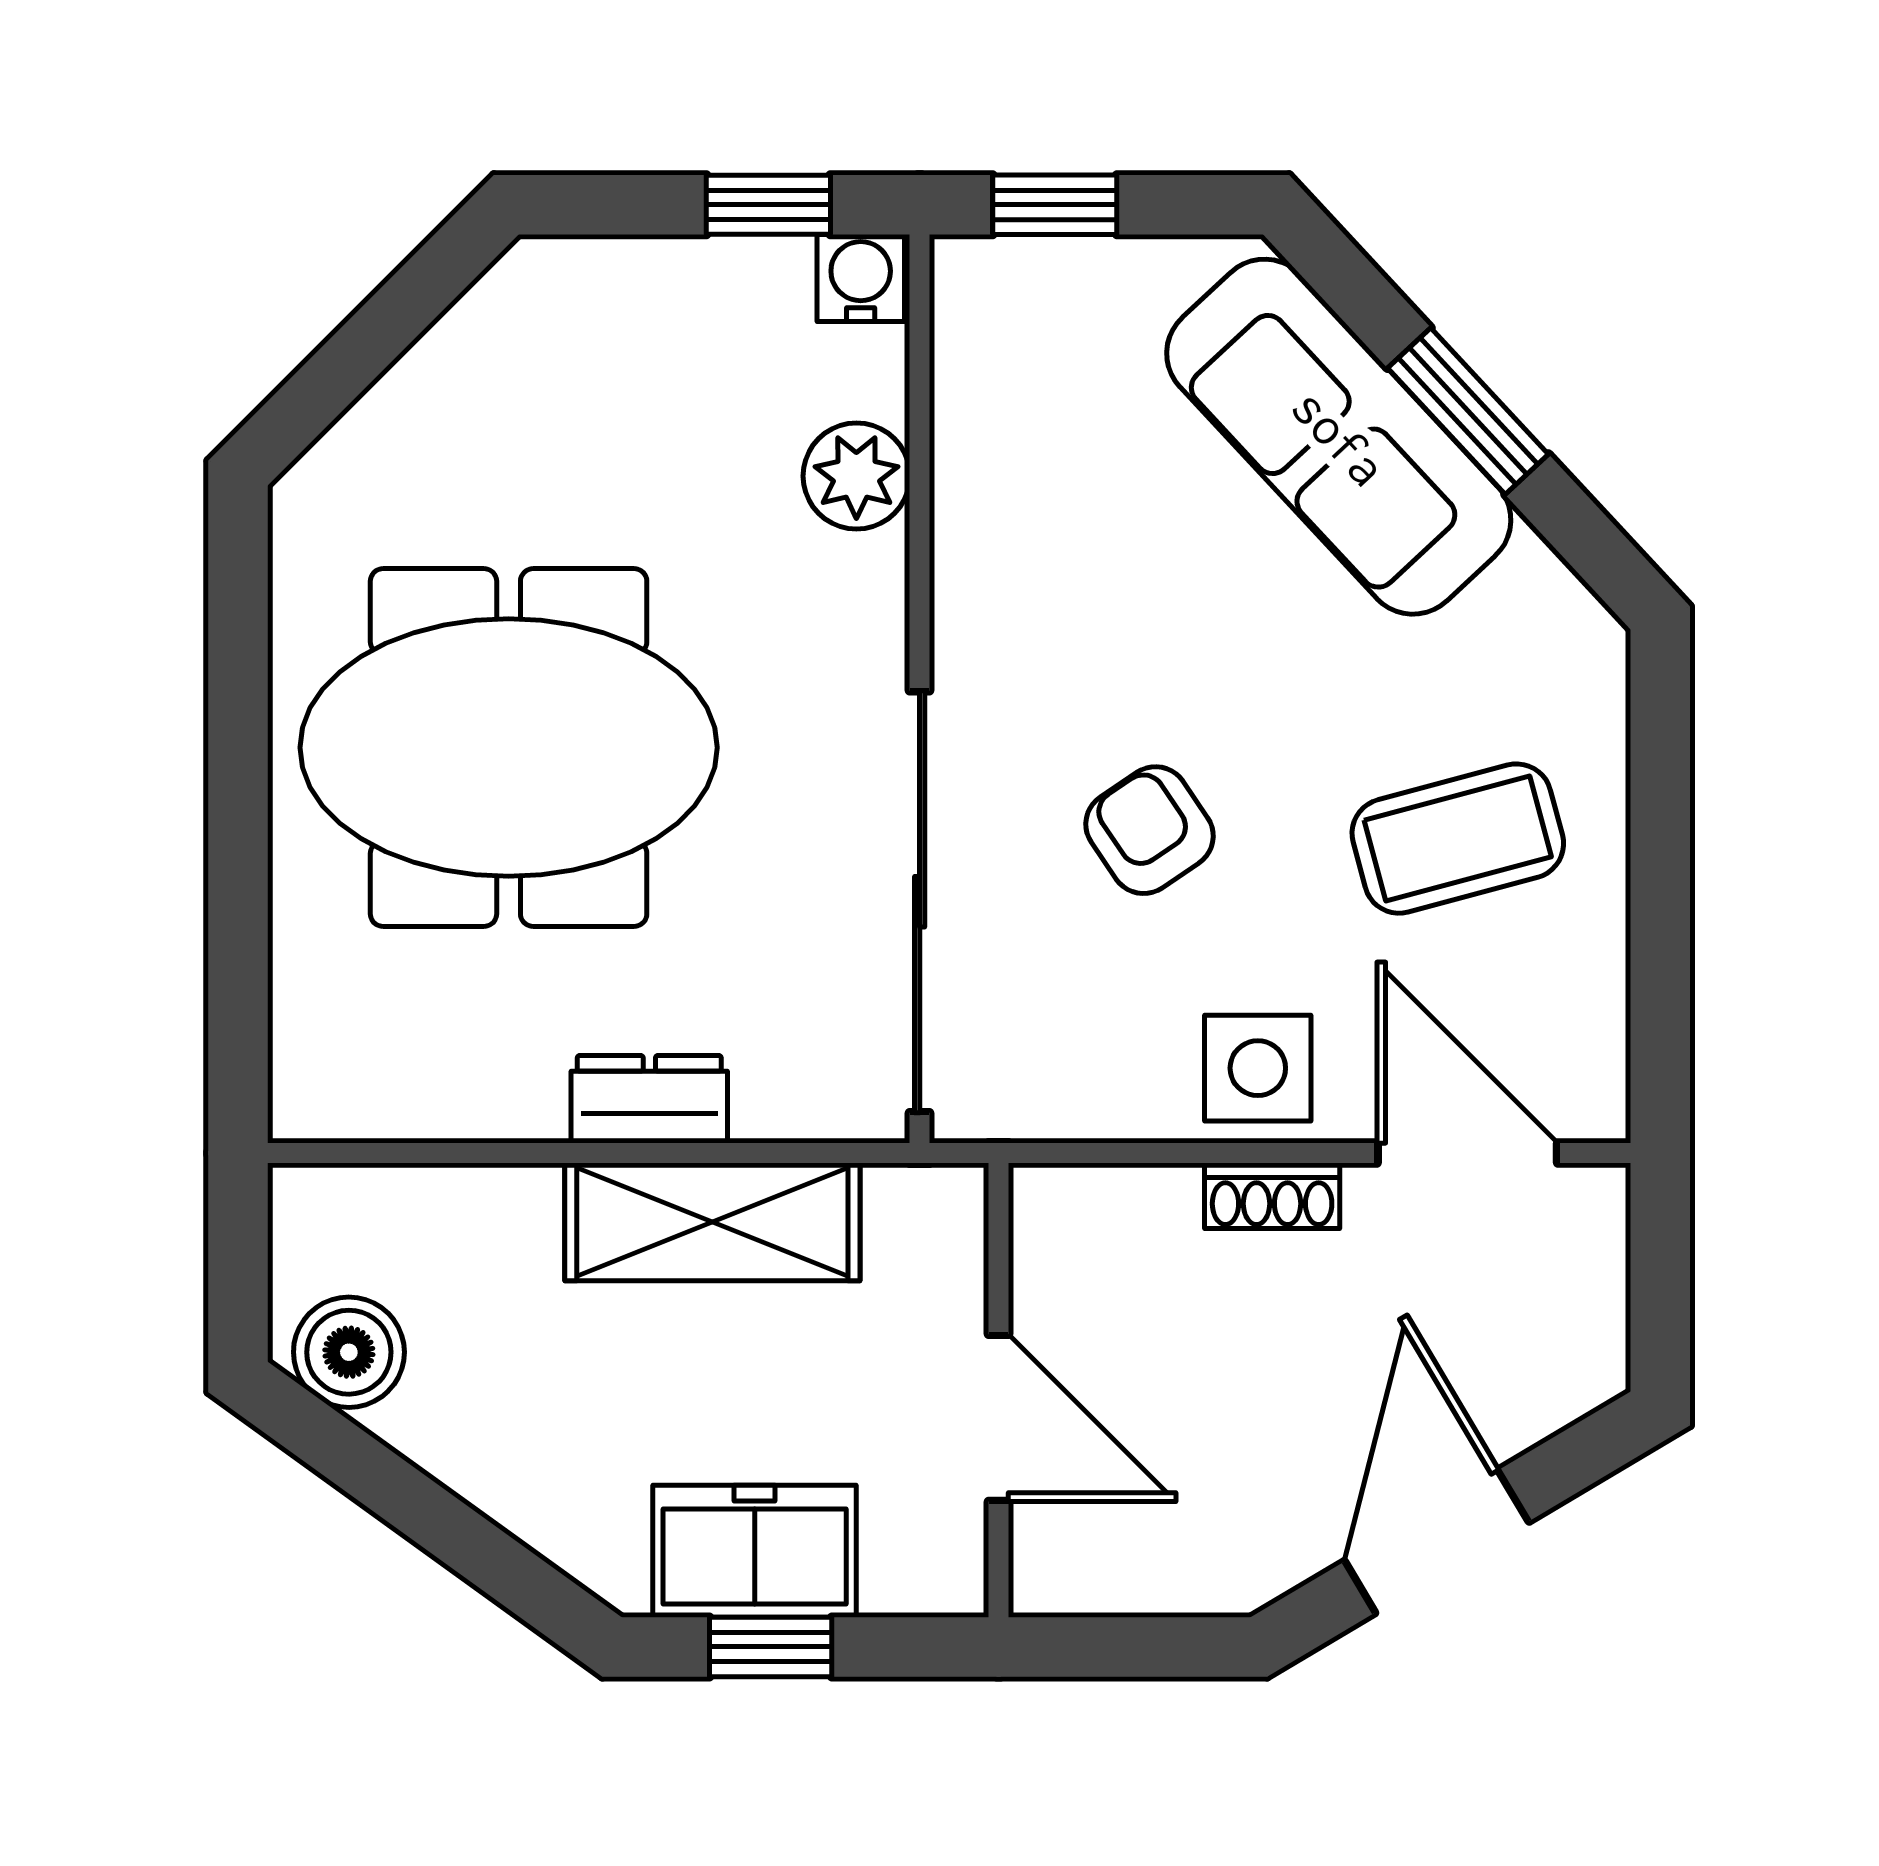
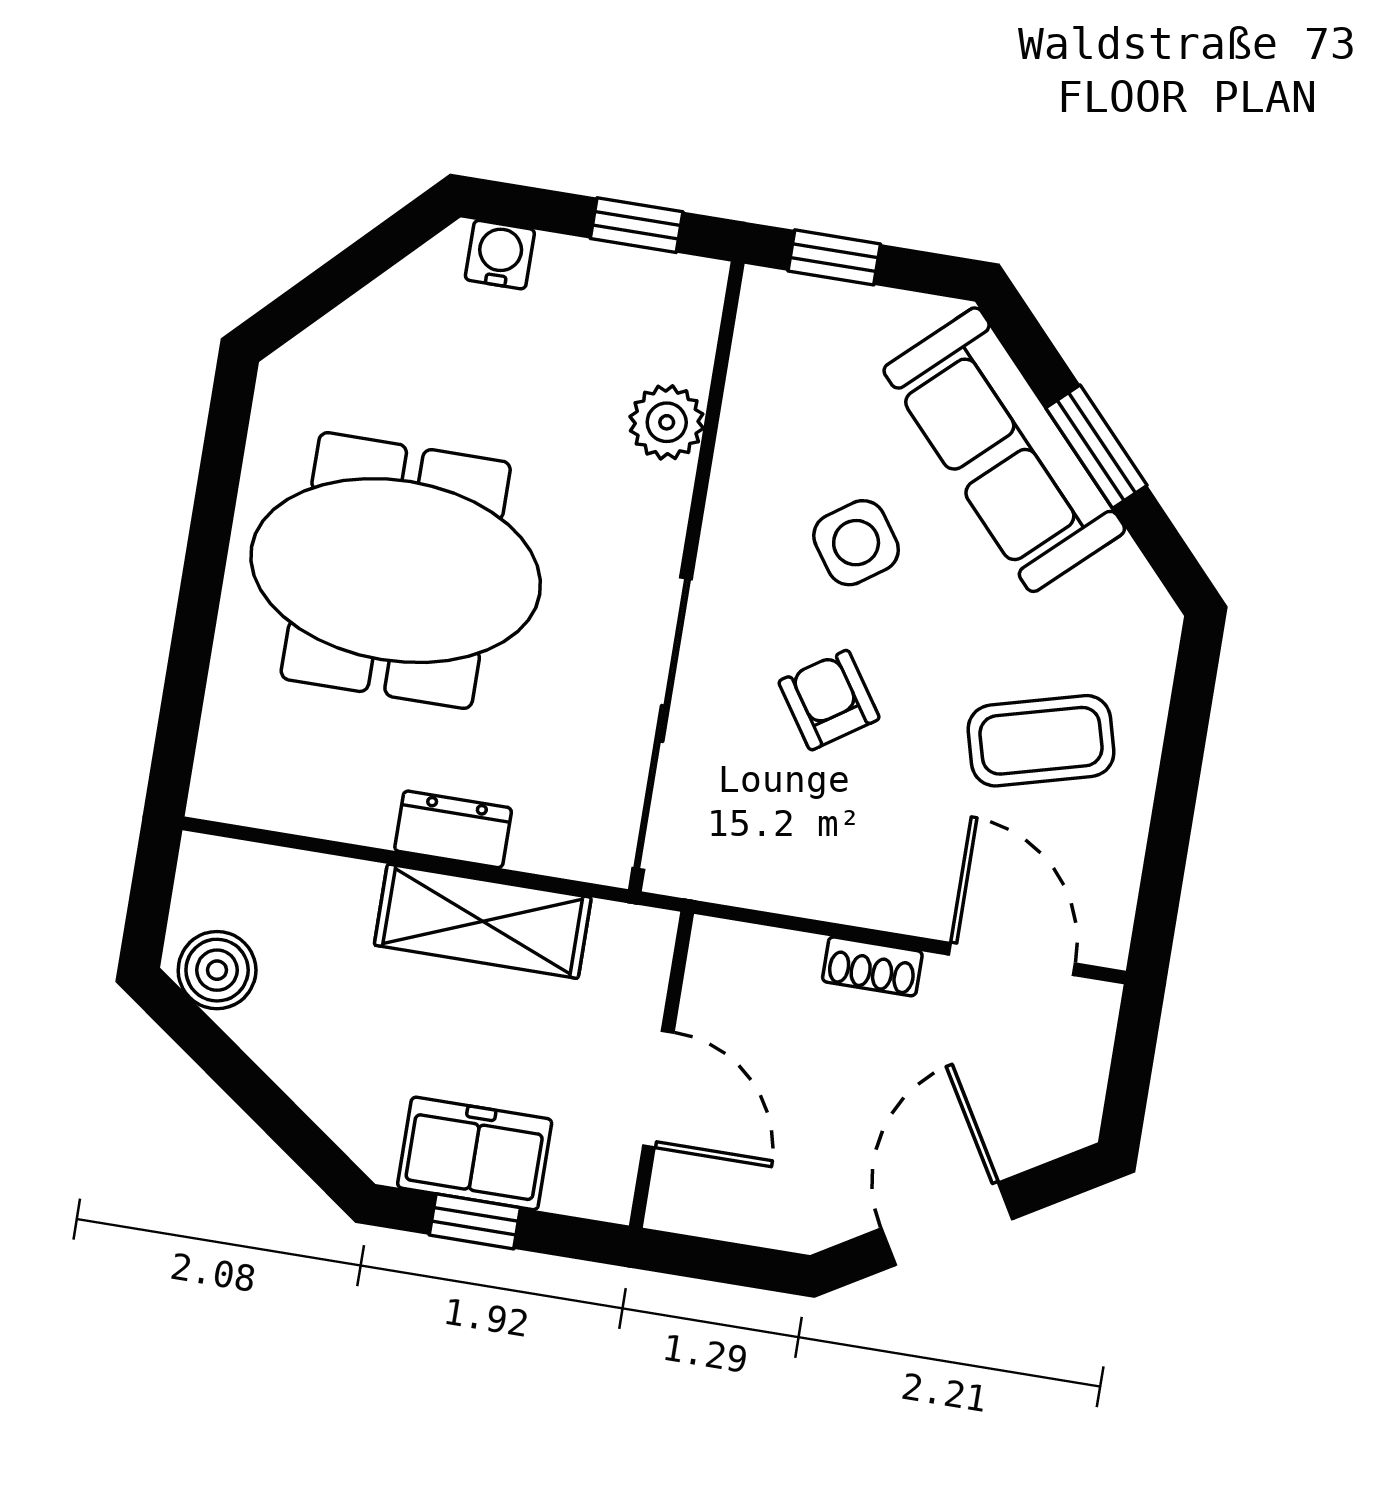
water cooler: (861, 278) -> (500, 255), moved
side table: (1258, 1068) -> (856, 543), moved, turned -35

